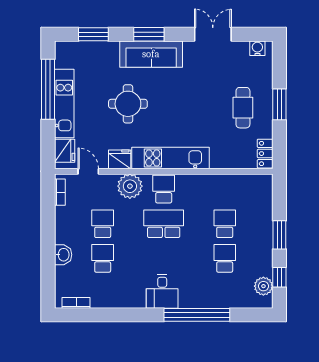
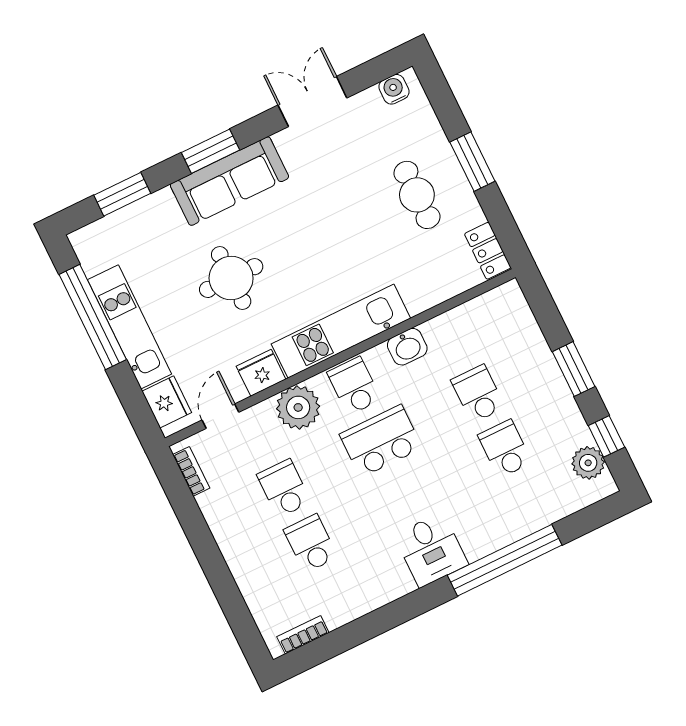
door: (88, 171) -> (220, 416), hinge flipped
washbasin: (63, 255) -> (407, 347), moved, turned 90

